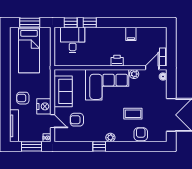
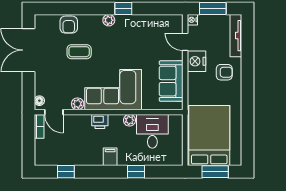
window: (71, 23) -> (66, 172), moved
filing cabinet: (131, 34) -> (110, 157), moved
desk: (73, 40) -> (152, 131), moved, turned 180
bed: (29, 50) -> (209, 136), width x1.50
plant: (95, 62) -> (129, 120), added
door: (152, 68) -> (54, 112), hinge flipped
armchair: (77, 120) -> (153, 44), removed

